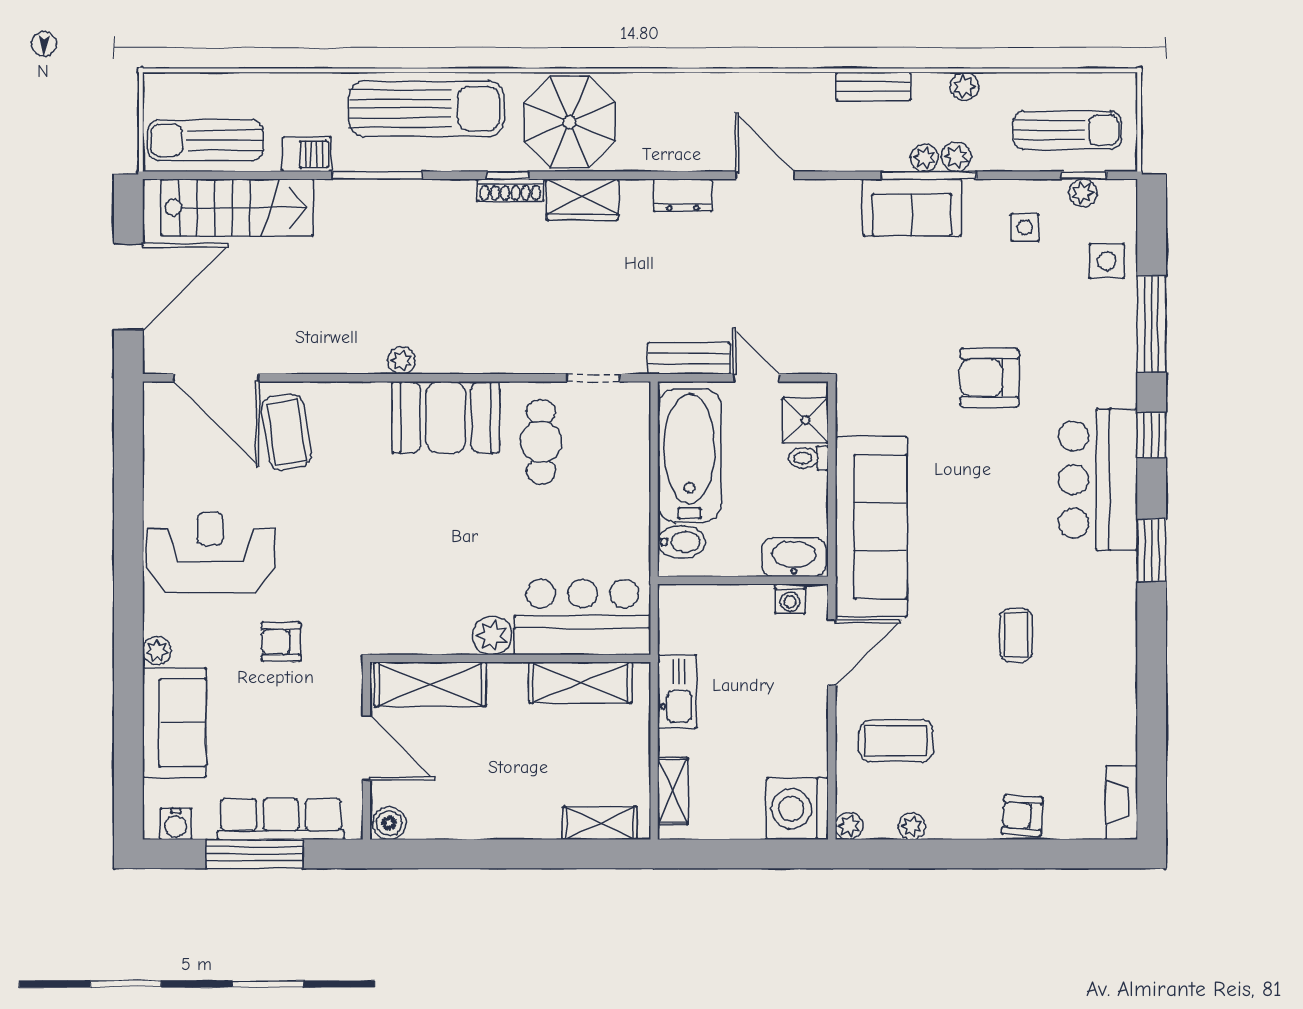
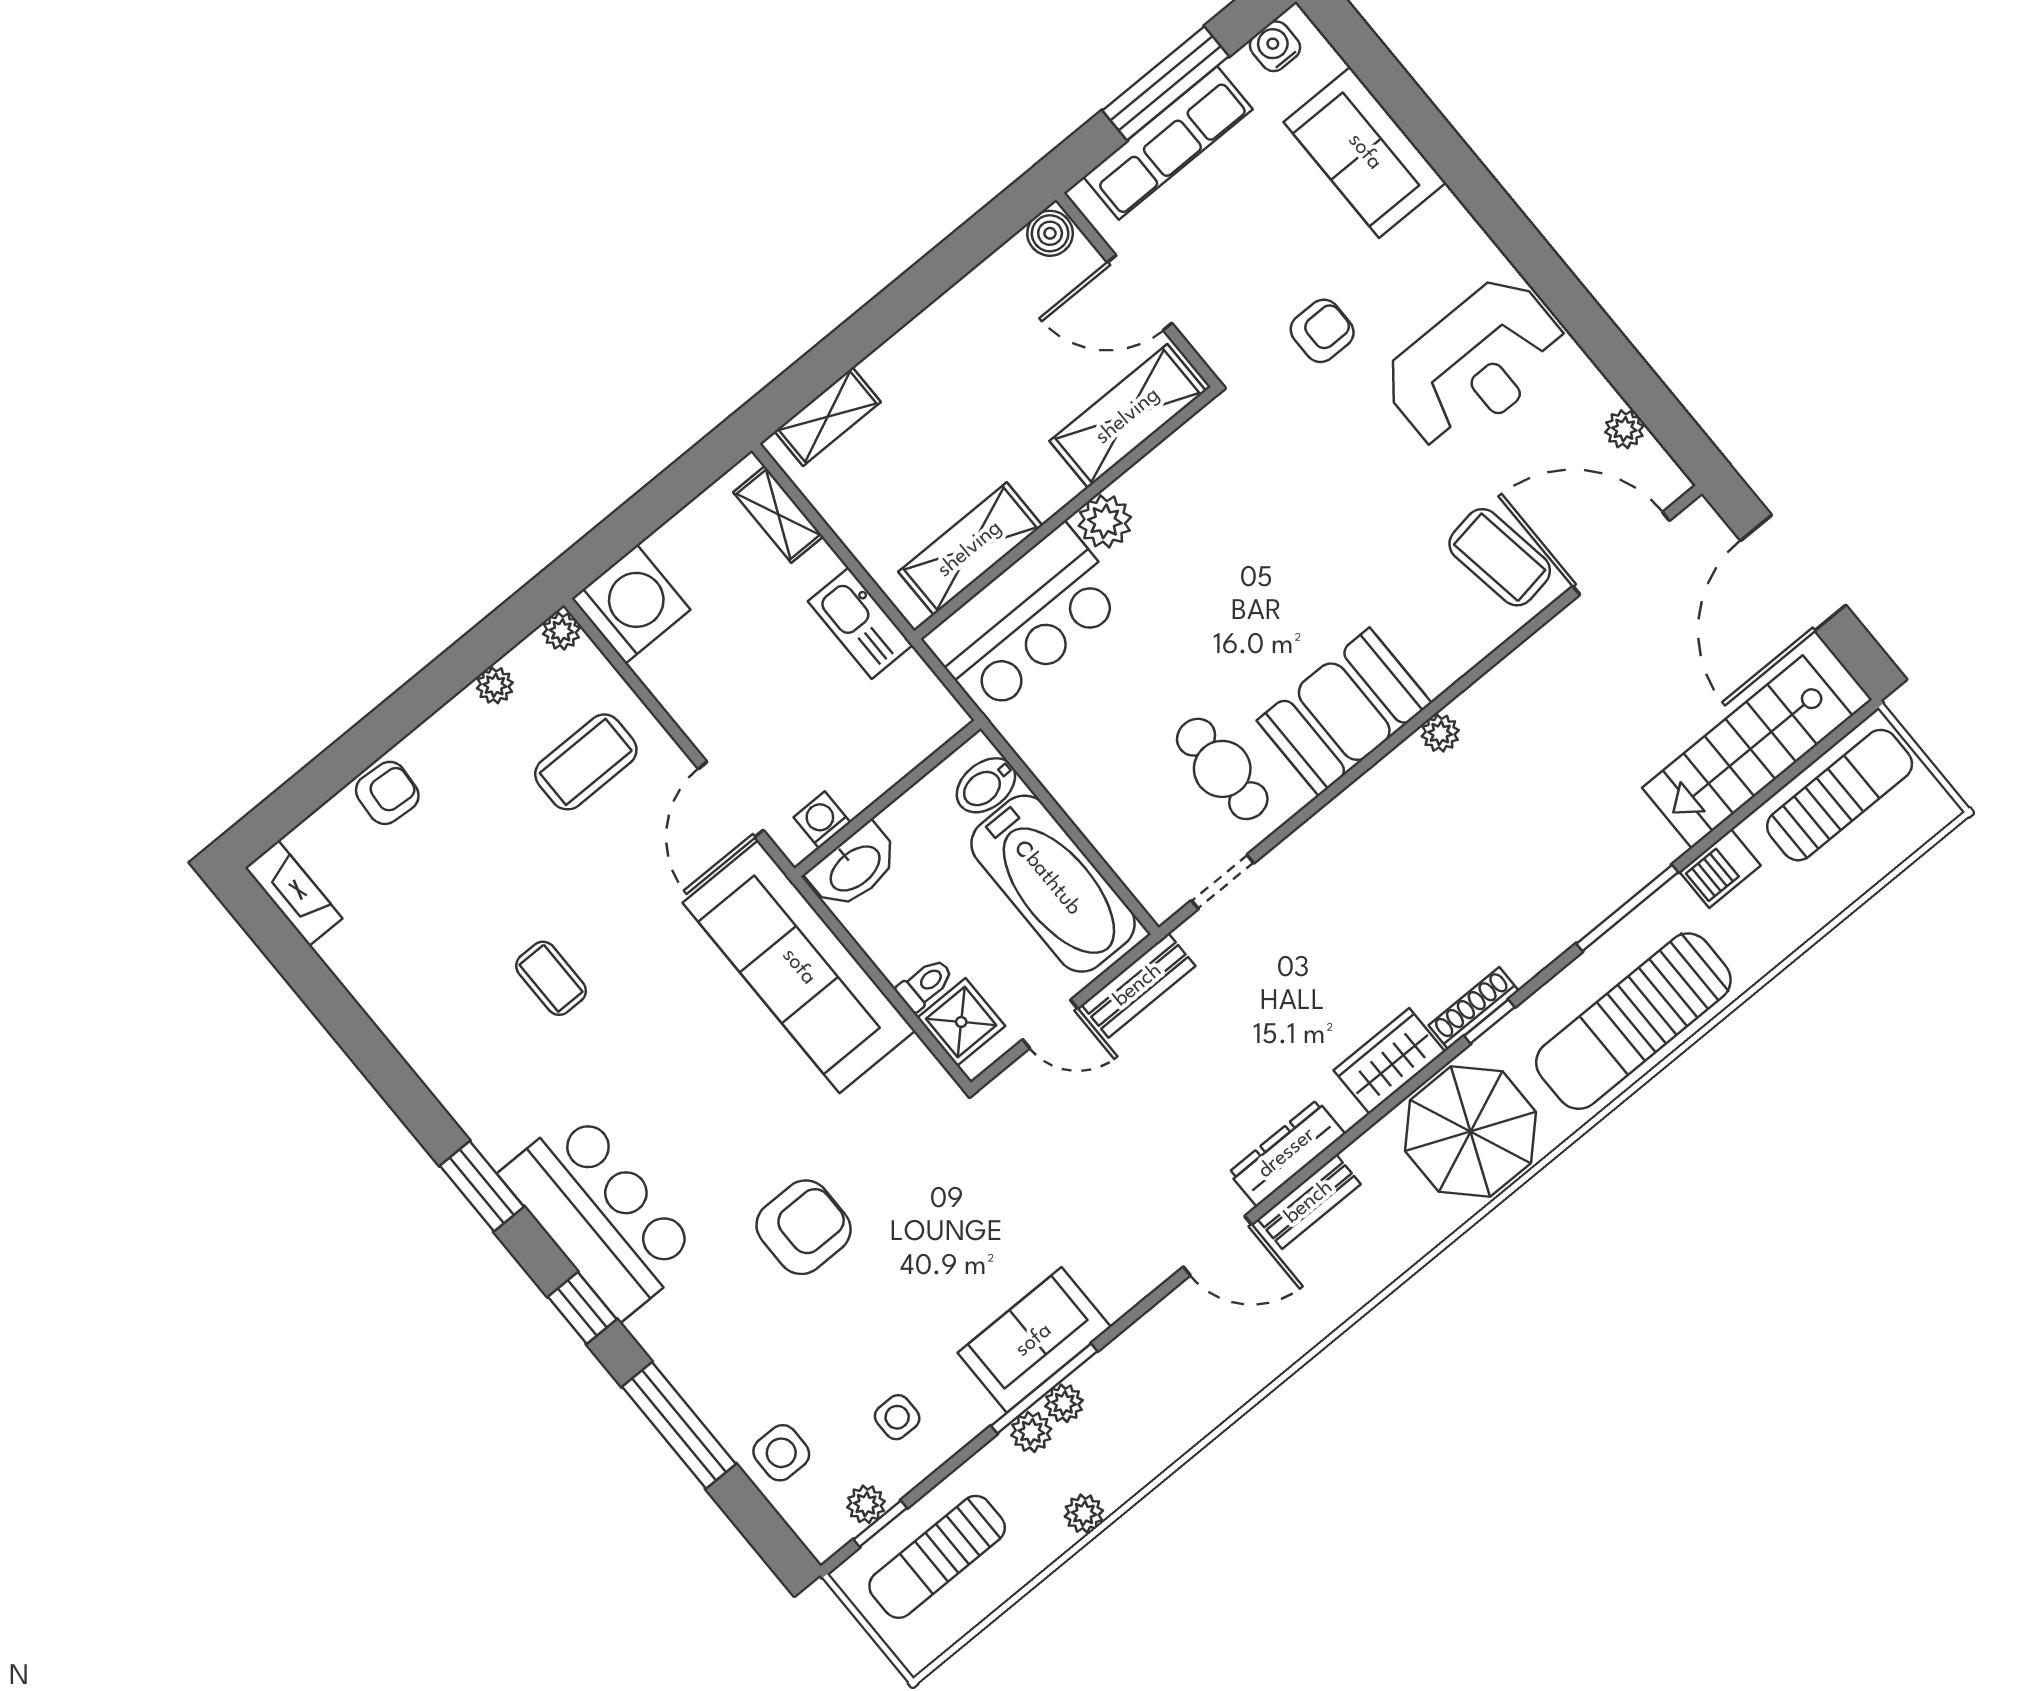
bench: (873, 86) -> (1309, 1202), moved
dresser: (683, 195) -> (1287, 1153), width x1.44
plant: (157, 651) -> (1624, 429), moved

